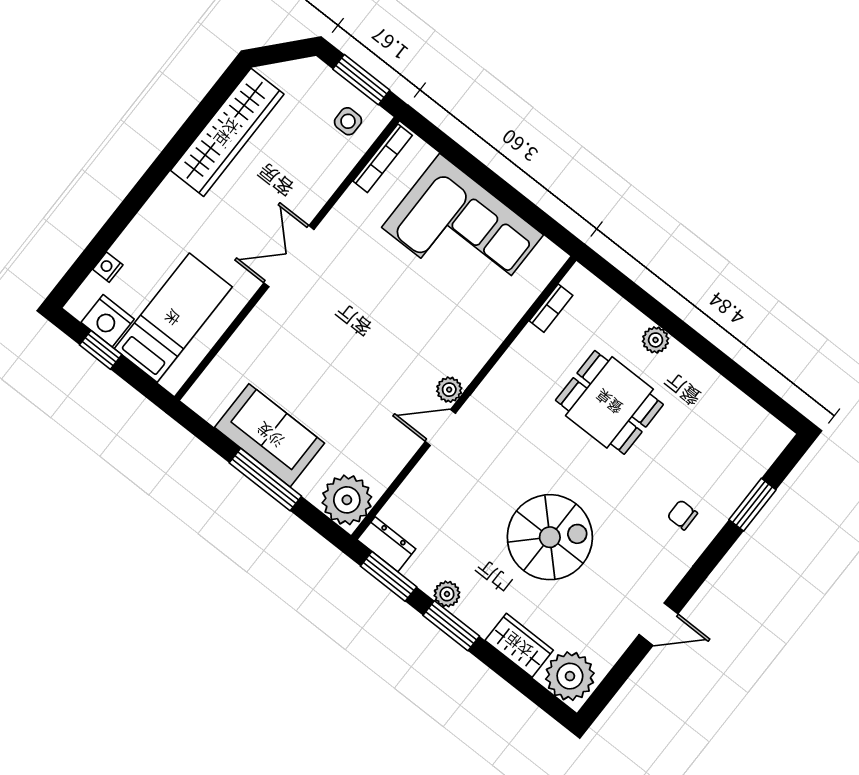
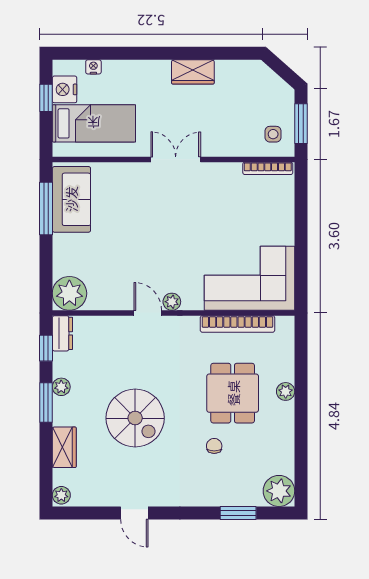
wardrobe: (227, 132) -> (193, 72), width x0.48, depth x0.85
corner sofa: (462, 231) -> (250, 278), moved, turned 90
bookcase: (551, 308) -> (237, 324), width x2.31, depth x1.31
sofa: (270, 435) -> (71, 199), moved
plant: (764, 438) -> (279, 491), added
window: (265, 480) -> (46, 208), moved
chair: (682, 515) -> (214, 446), moved
window: (389, 576) -> (46, 348), width x0.67
plant: (570, 676) -> (61, 495), width x0.53, depth x0.53

